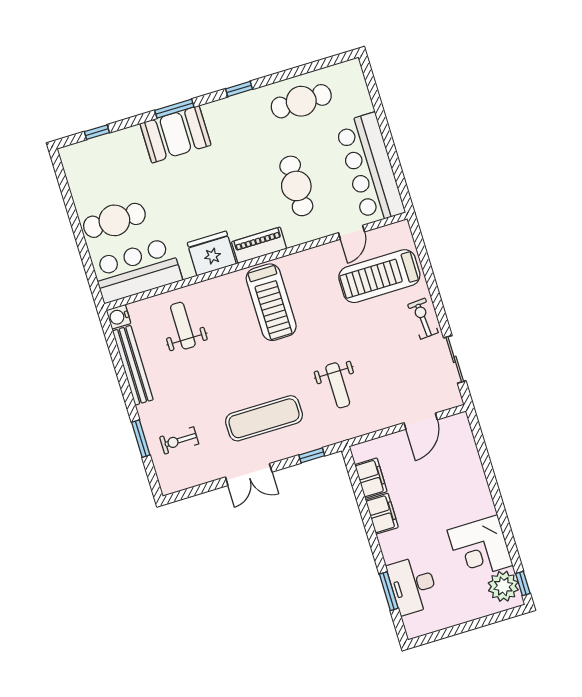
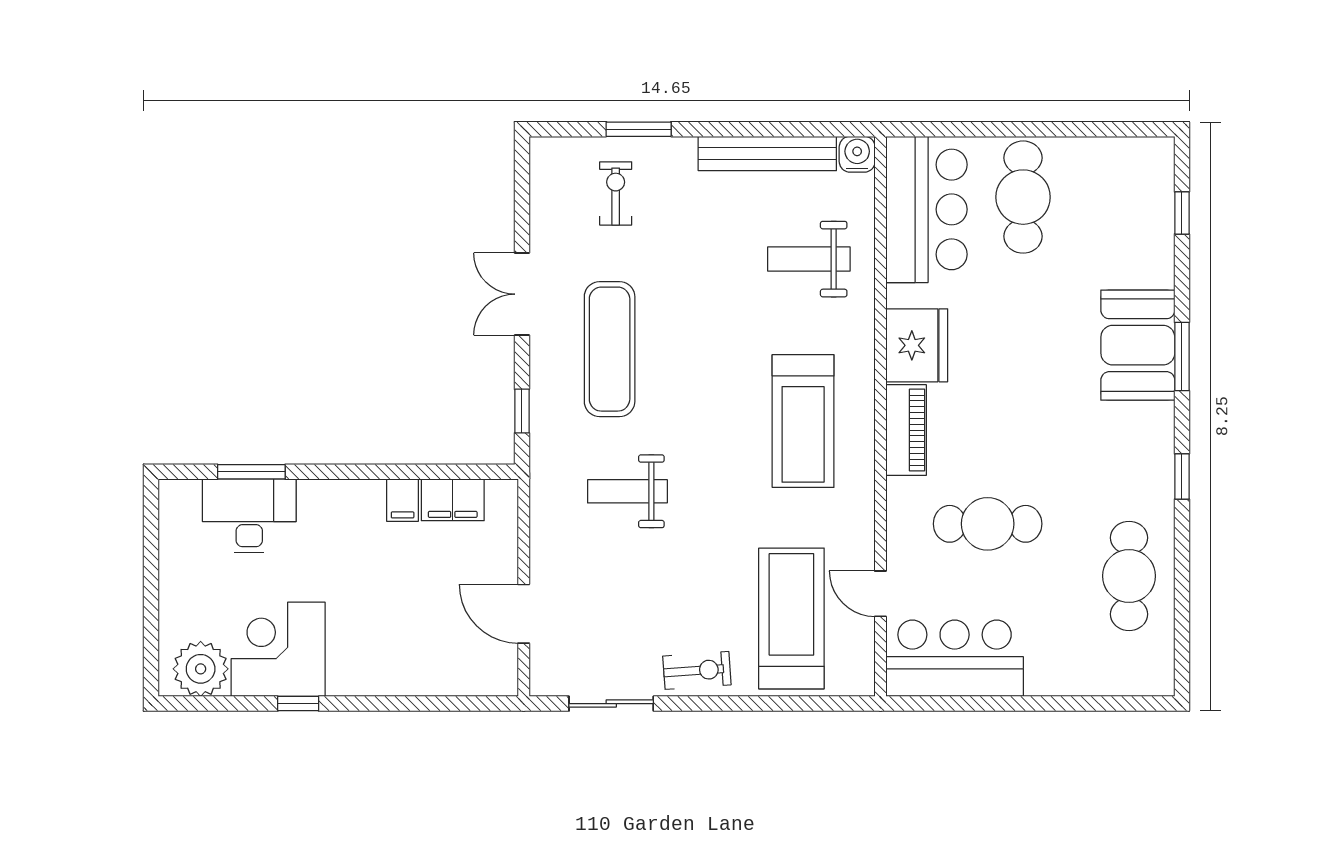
bar counter: (370, 168) -> (955, 658), width x0.73
treadmill: (271, 302) -> (803, 421), turned -90
weight bench: (183, 326) -> (809, 259), turned 180
filing cabinet: (382, 514) -> (403, 500), width x0.50
window: (523, 583) -> (298, 704), moved

